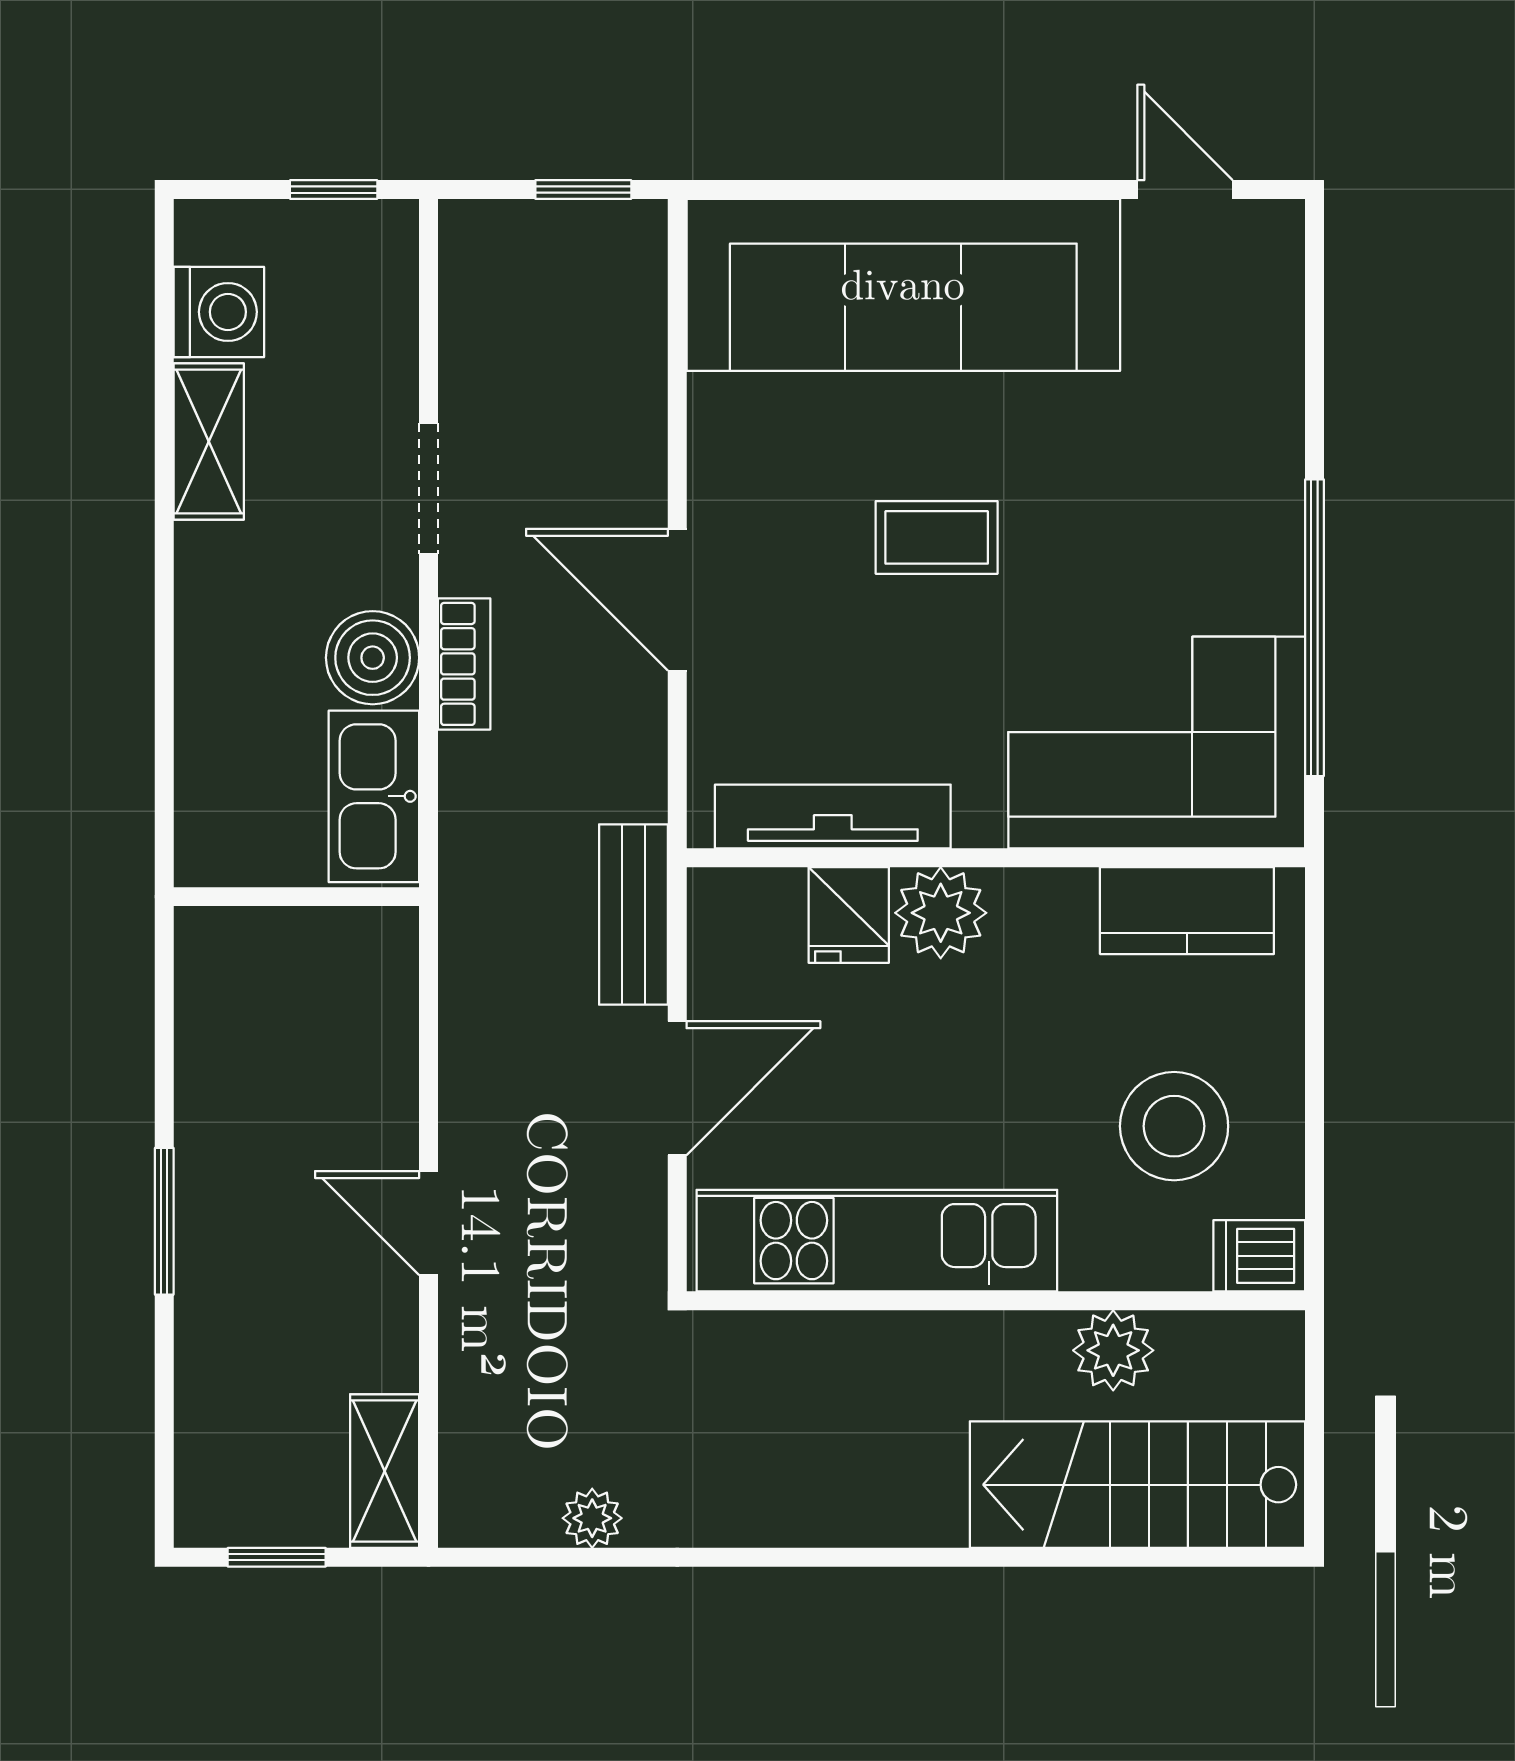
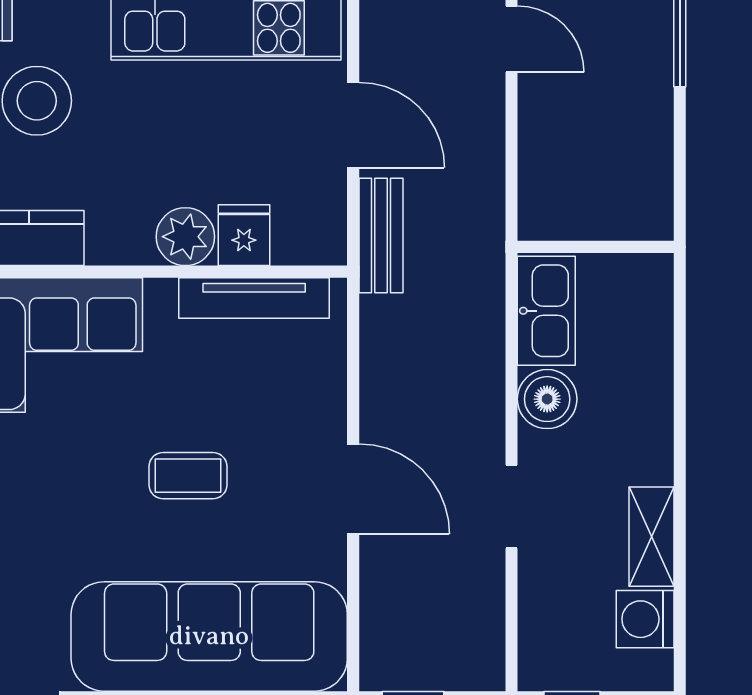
door: (677, 600) -> (353, 489), moved
bookcase: (464, 664) -> (489, 395), removed
door: (677, 1088) -> (353, 125), swing flipped

